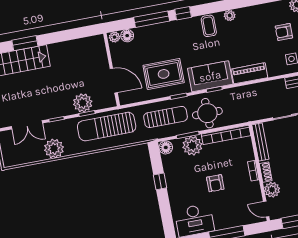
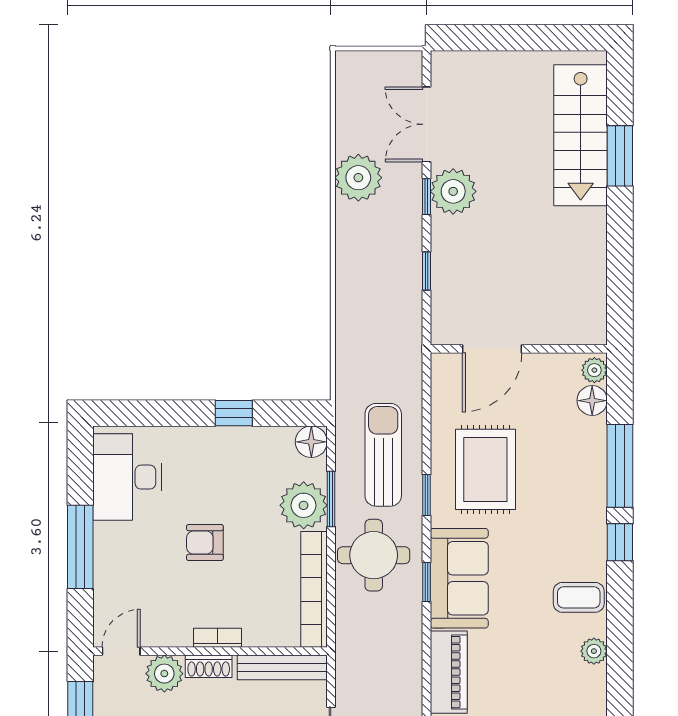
plant: (83, 103) -> (453, 191), moved
sun lounger: (166, 117) -> (383, 455), turned 180
sun lounger: (107, 127) -> (387, 312), removed

